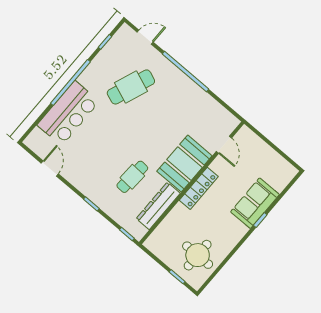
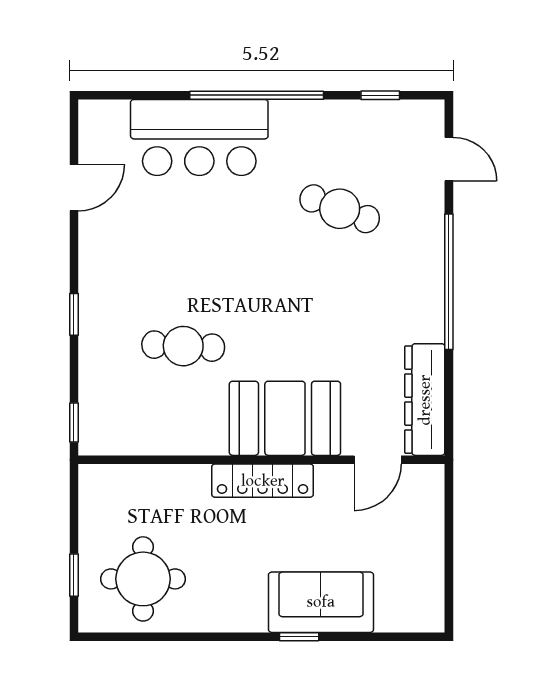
cafe table: (131, 87) -> (340, 209), width x0.73, depth x0.74
dresser: (158, 206) -> (425, 400), moved, turned -90

